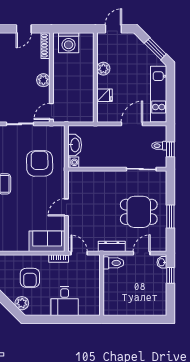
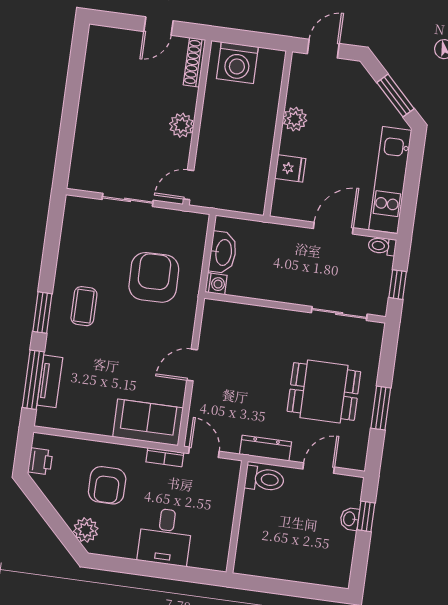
toilet: (159, 146) -> (382, 246), moved
washbasin: (162, 262) -> (350, 519), moved

